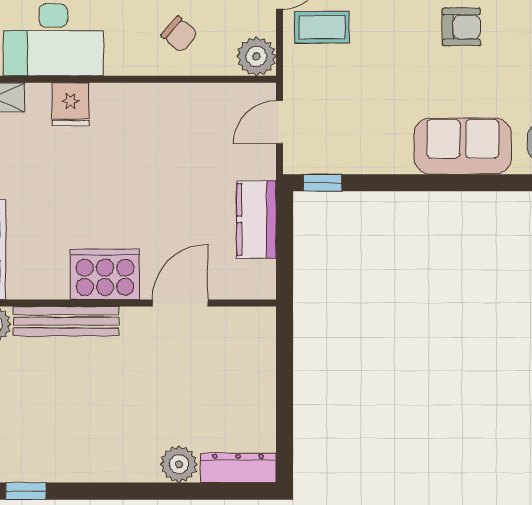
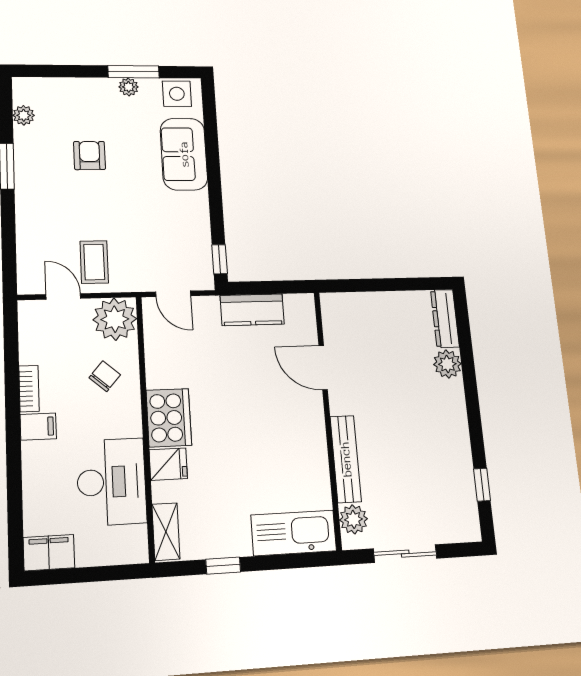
plant: (256, 56) -> (115, 319), width x1.36, depth x1.36
cooker: (105, 274) -> (169, 418), moved, turned 180

